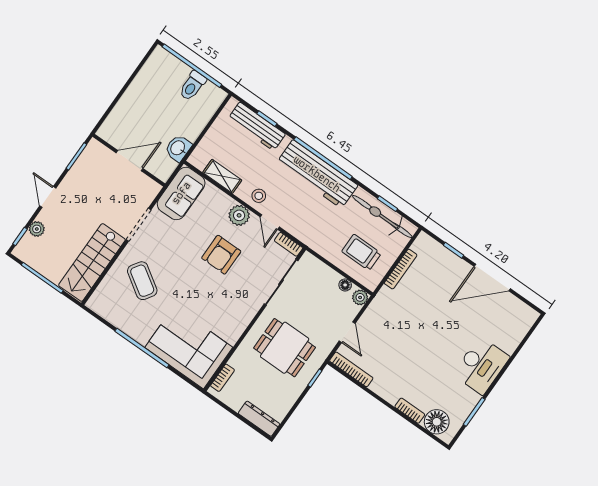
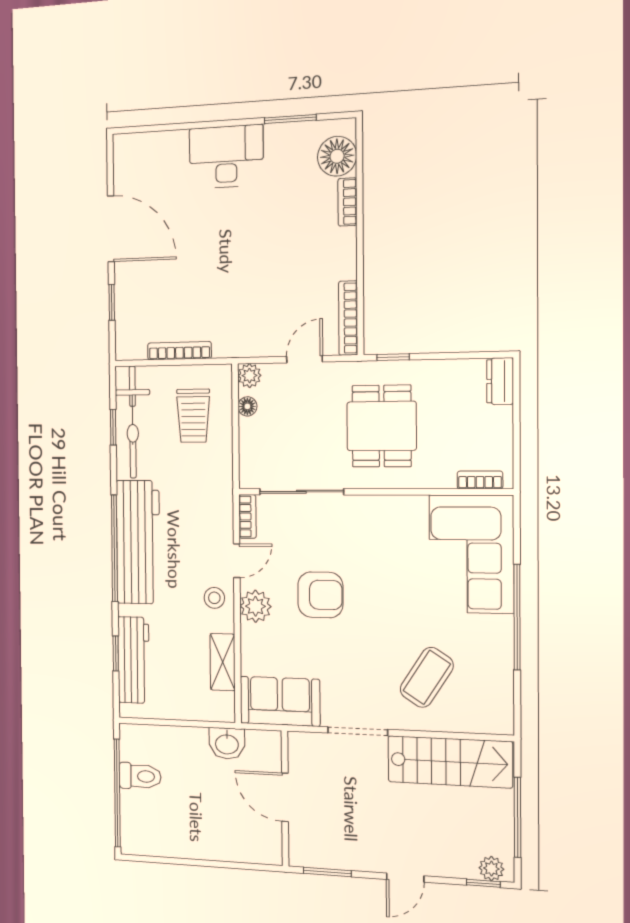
plant: (37, 229) -> (491, 869), moved
dresser: (259, 419) -> (500, 381), width x0.70

